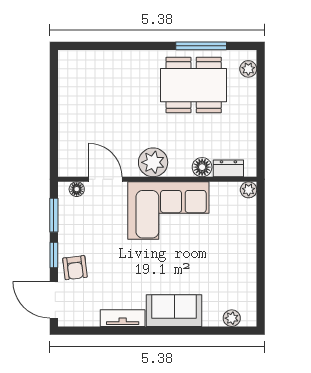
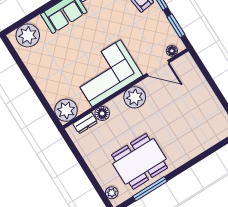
plant: (249, 190) -> (66, 110), width x1.87, depth x1.87
plant: (232, 318) -> (28, 35), width x1.88, depth x1.88

